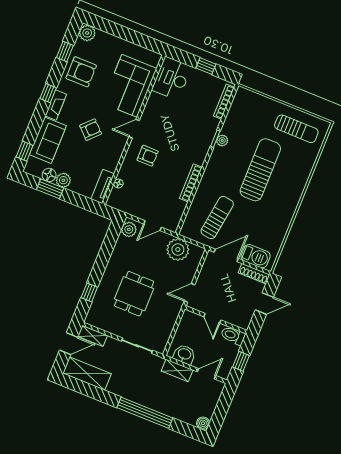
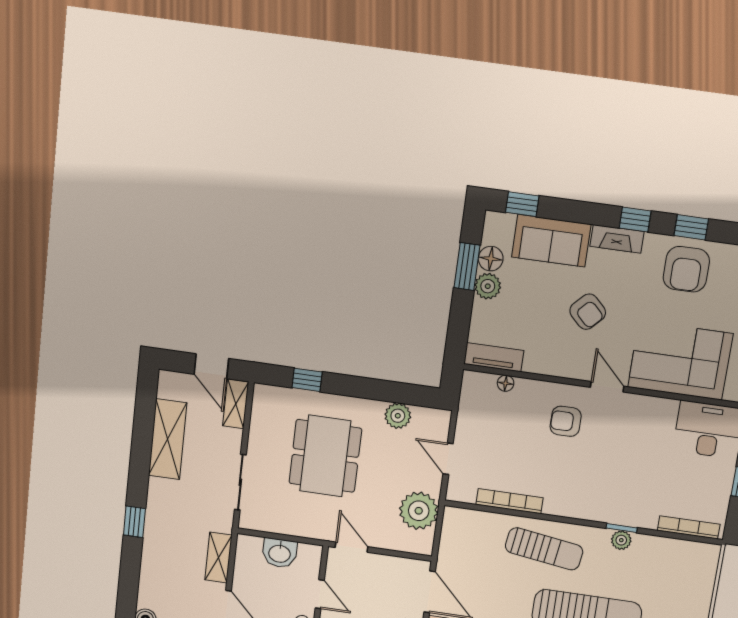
window: (65, 51) -> (691, 227), moved
armchair: (148, 156) -> (566, 421), turned 90
bookcase: (191, 183) -> (510, 501), moved
sun lounger: (217, 218) -> (544, 549), moved
plant: (129, 229) -> (398, 416), moved
dining table: (134, 294) -> (325, 456), width x1.37
door: (212, 318) -> (320, 594), swing flipped
washbasin: (184, 354) -> (280, 553), moved, turned 90
shelving: (87, 373) -> (168, 439), moved
window: (145, 413) -> (134, 522), width x0.32

